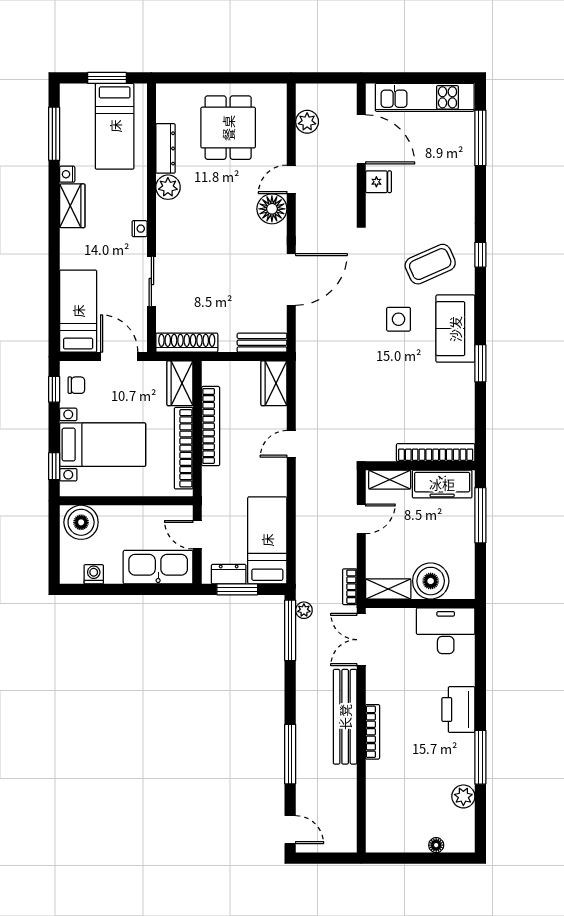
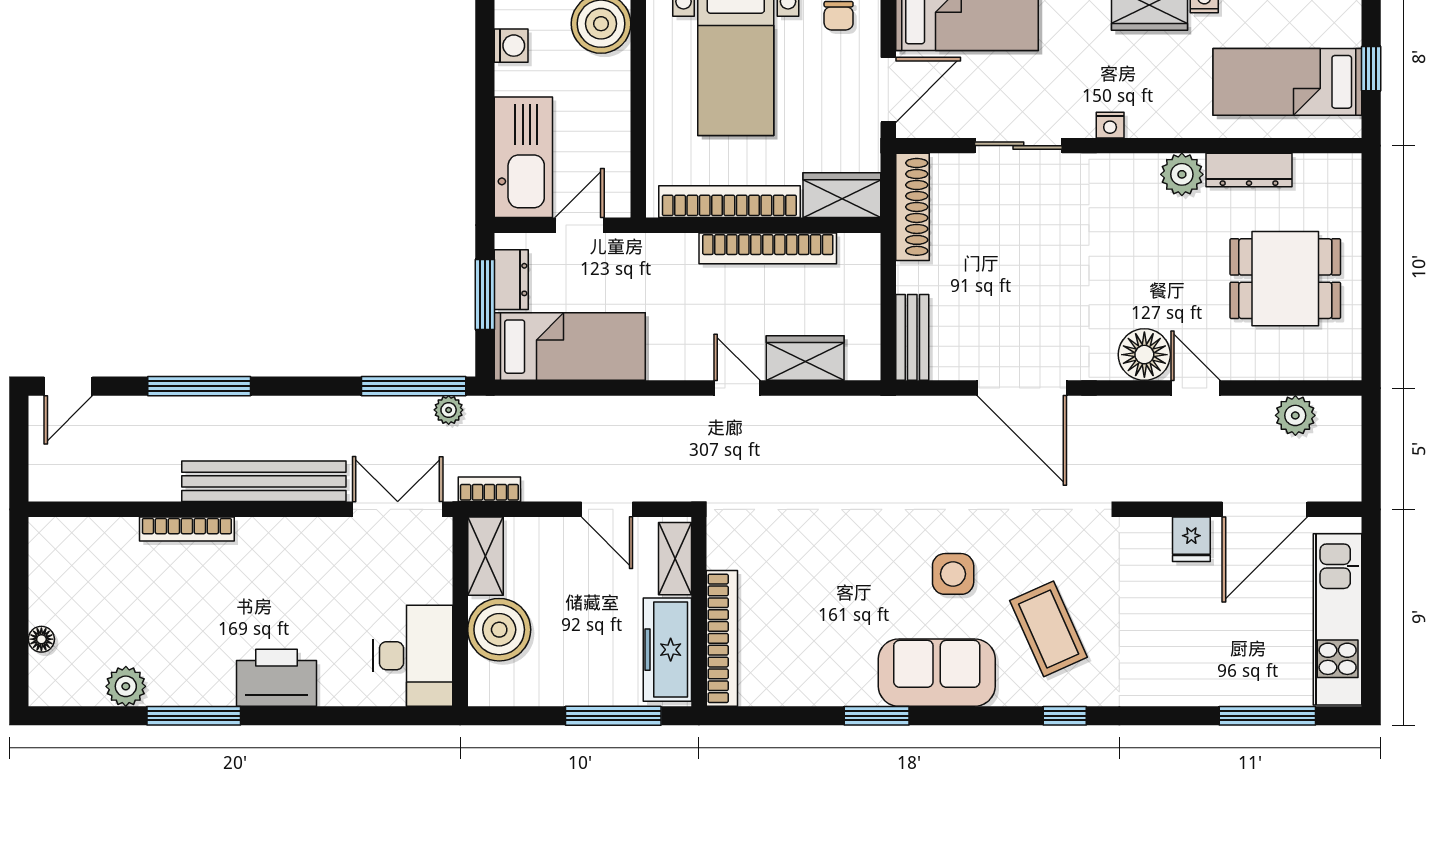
window: (107, 78) -> (1371, 69), width x0.67
wardrobe: (274, 383) -> (805, 358), moved
bookcase: (373, 732) -> (187, 529), moved

